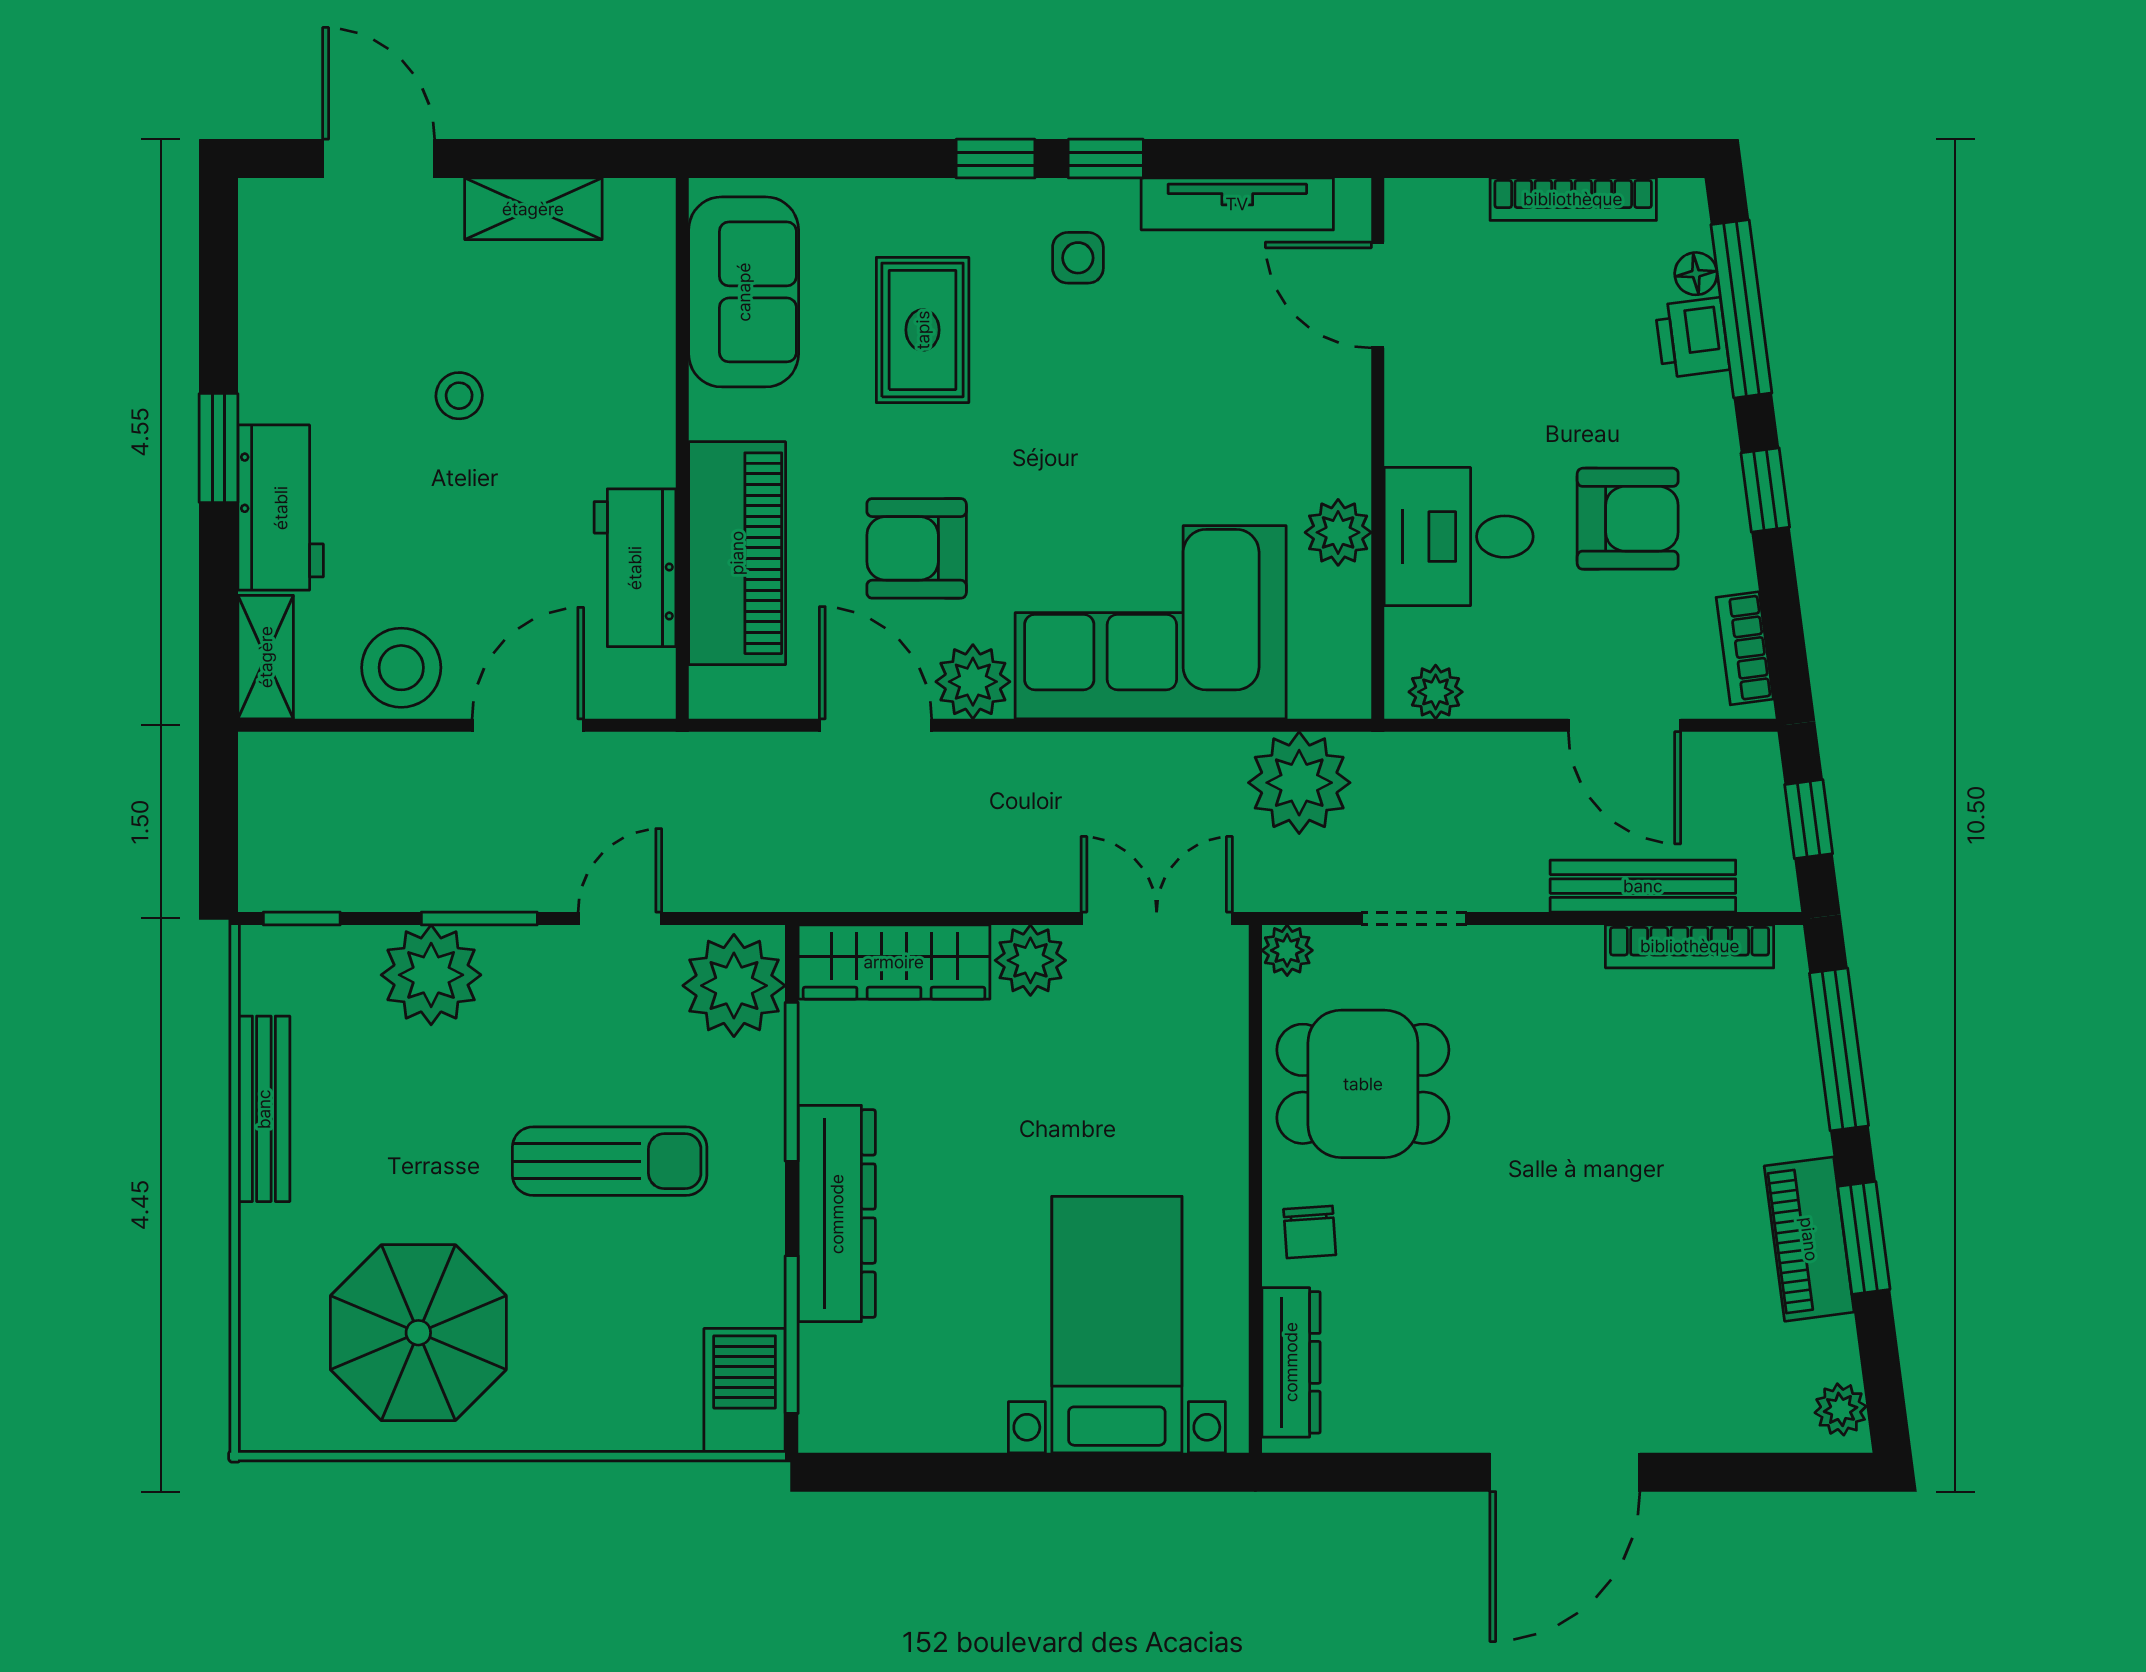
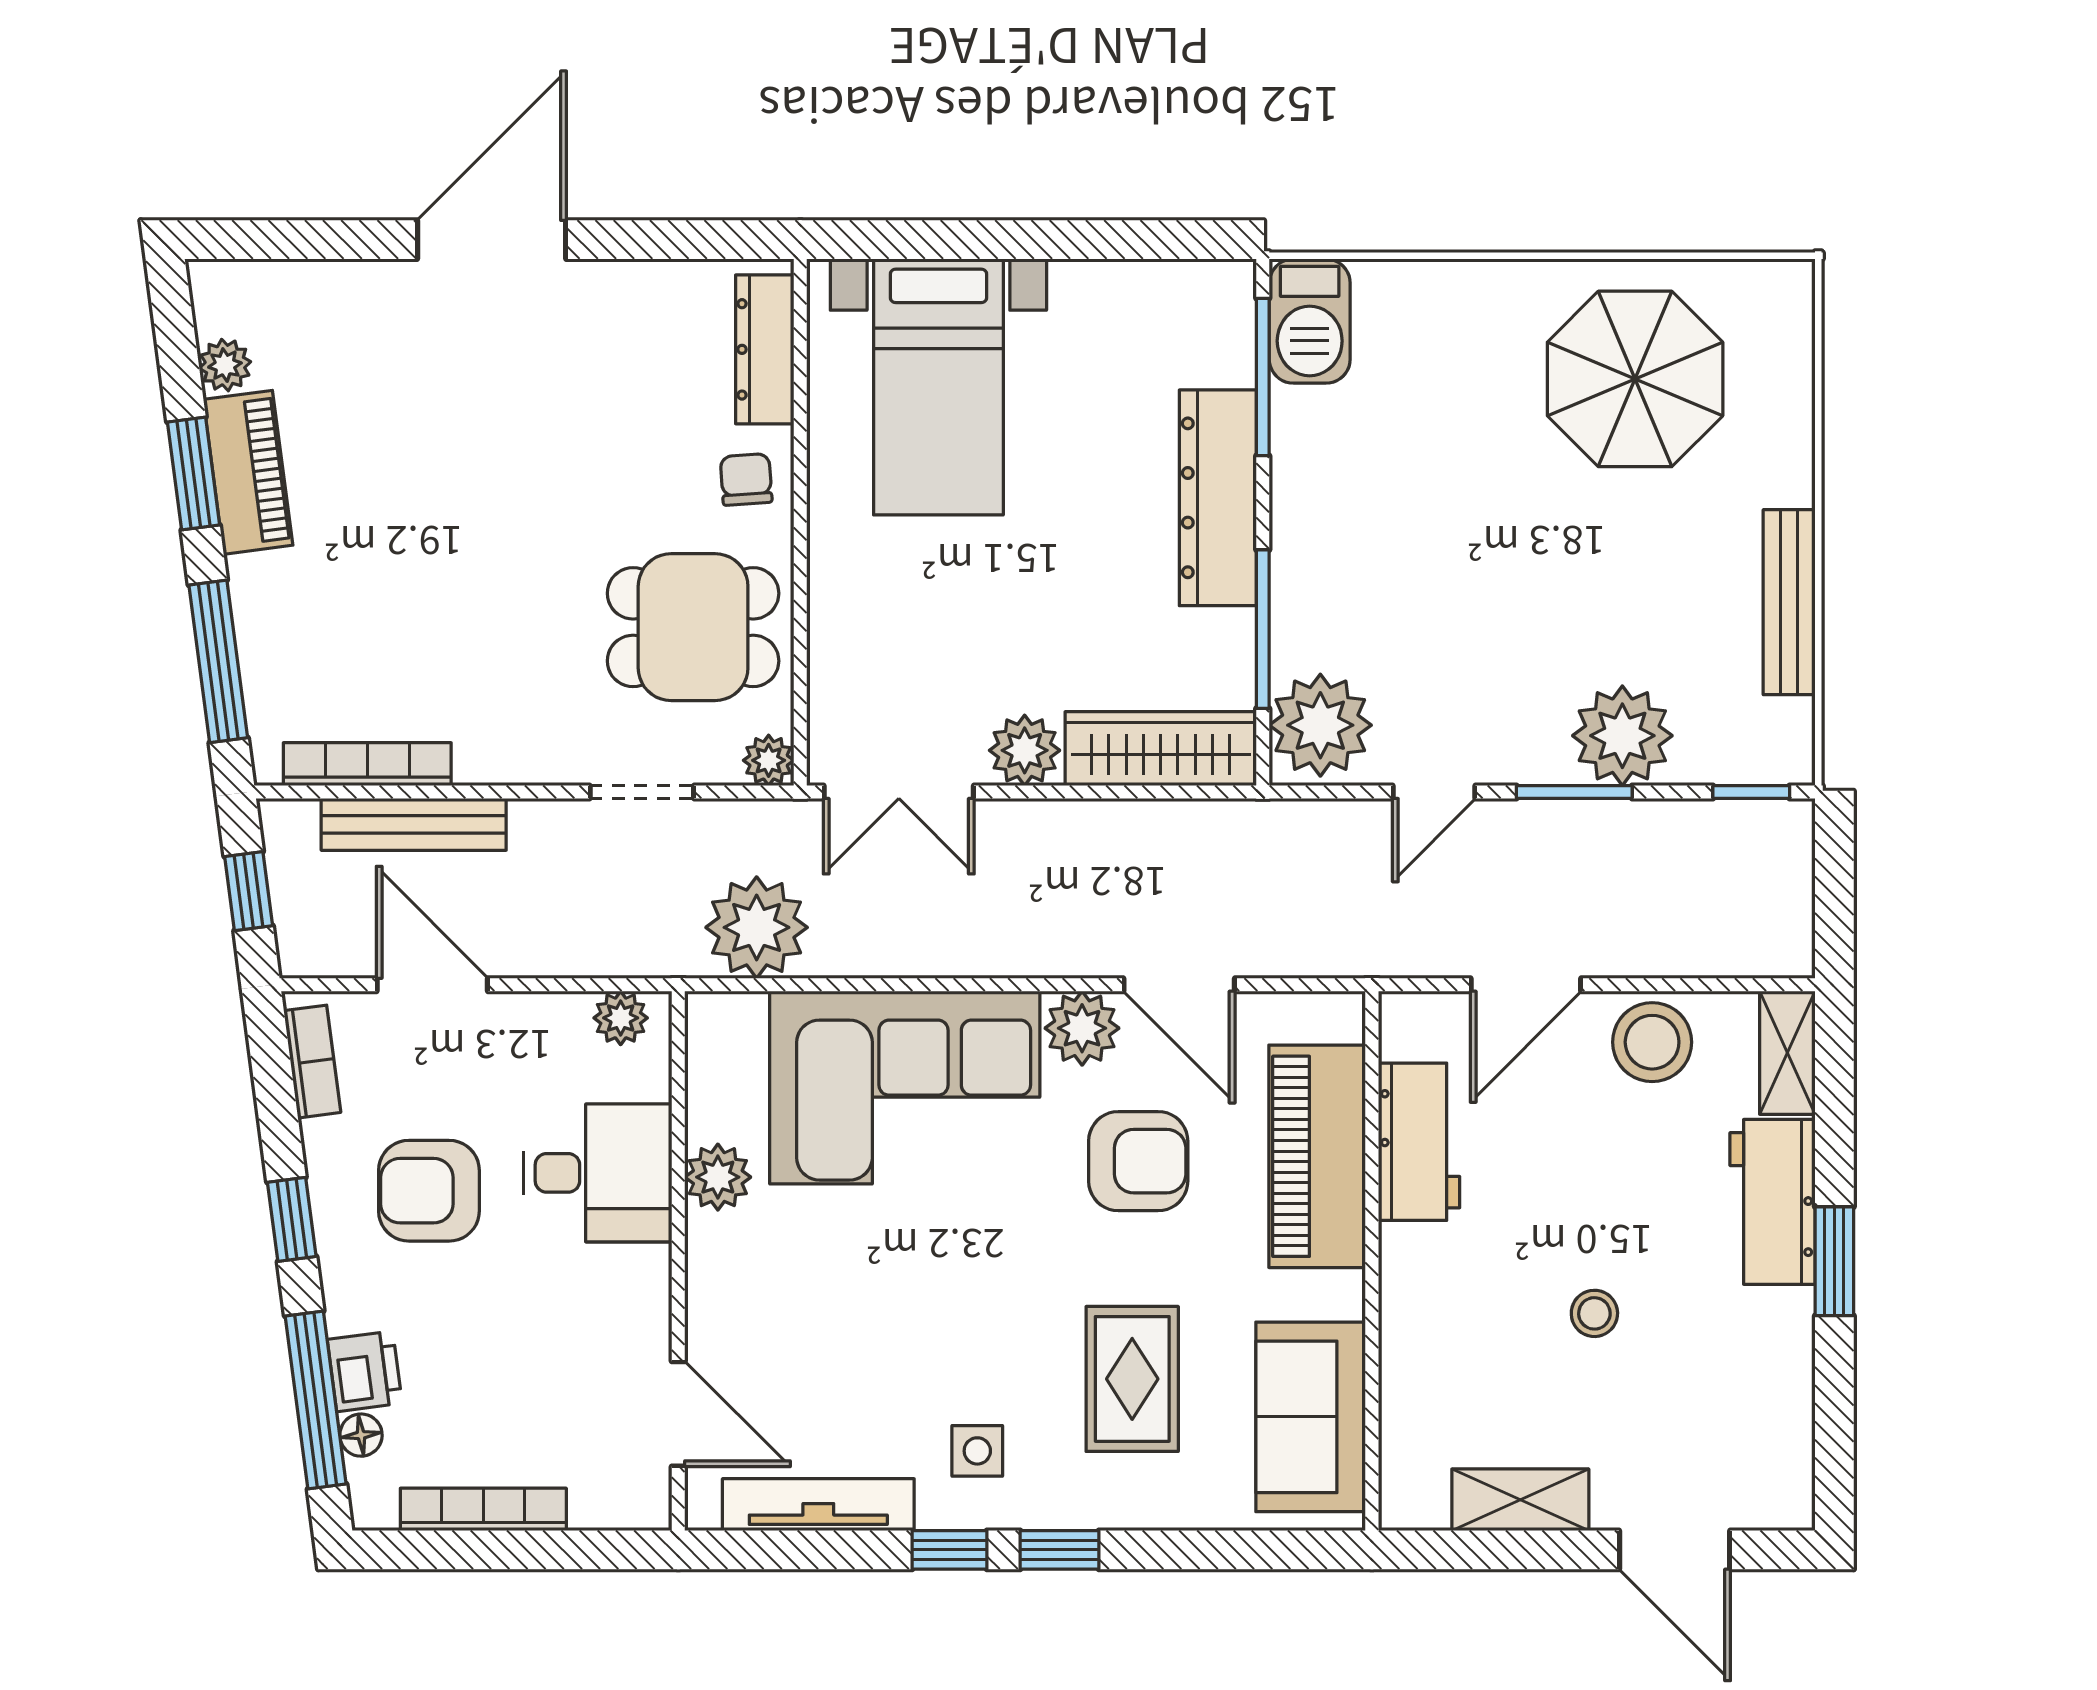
sun lounger: (610, 1161) -> (1444, 550), removed
plant: (1841, 1409) -> (225, 365), moved

